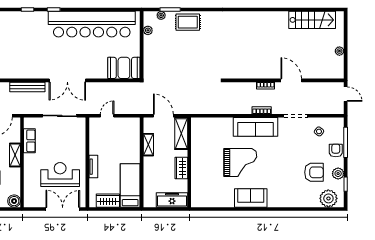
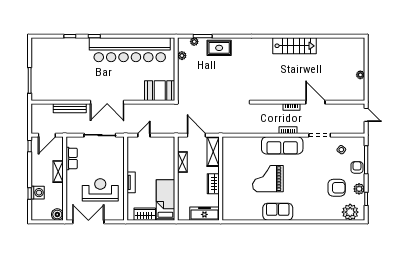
stairs: (312, 20) -> (294, 46), moved
grand piano: (240, 163) -> (268, 179), turned 180
double door: (63, 209) -> (88, 222), moved

